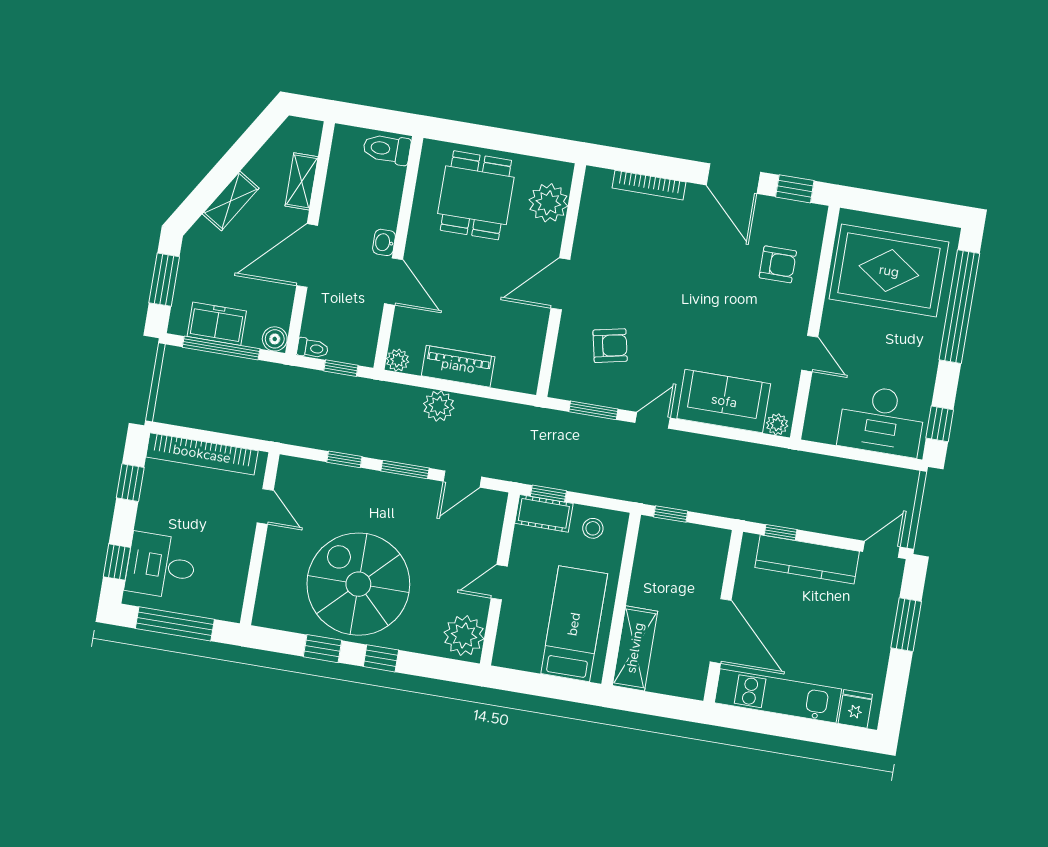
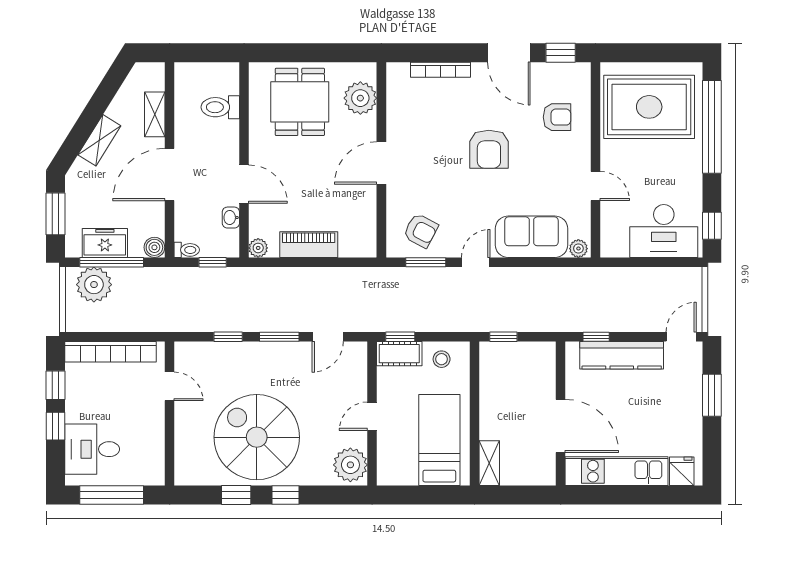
toilet: (387, 149) -> (220, 107), moved
washbasin: (384, 242) -> (231, 218), moved
armchair: (691, 289) -> (489, 149), added
armchair: (610, 346) -> (421, 231), moved, turned 40
plant: (439, 406) -> (94, 285), moved, width x1.36, depth x1.36
window: (117, 562) -> (56, 426), moved
shelving: (635, 648) -> (489, 463), width x0.67, depth x0.75

